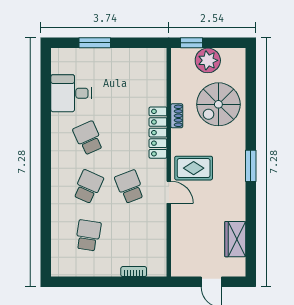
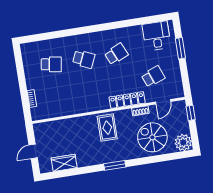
plant: (208, 60) -> (183, 142), moved
desk: (71, 93) -> (157, 36), moved
school desk: (130, 187) -> (153, 76), moved
door: (169, 192) -> (163, 102), moved

